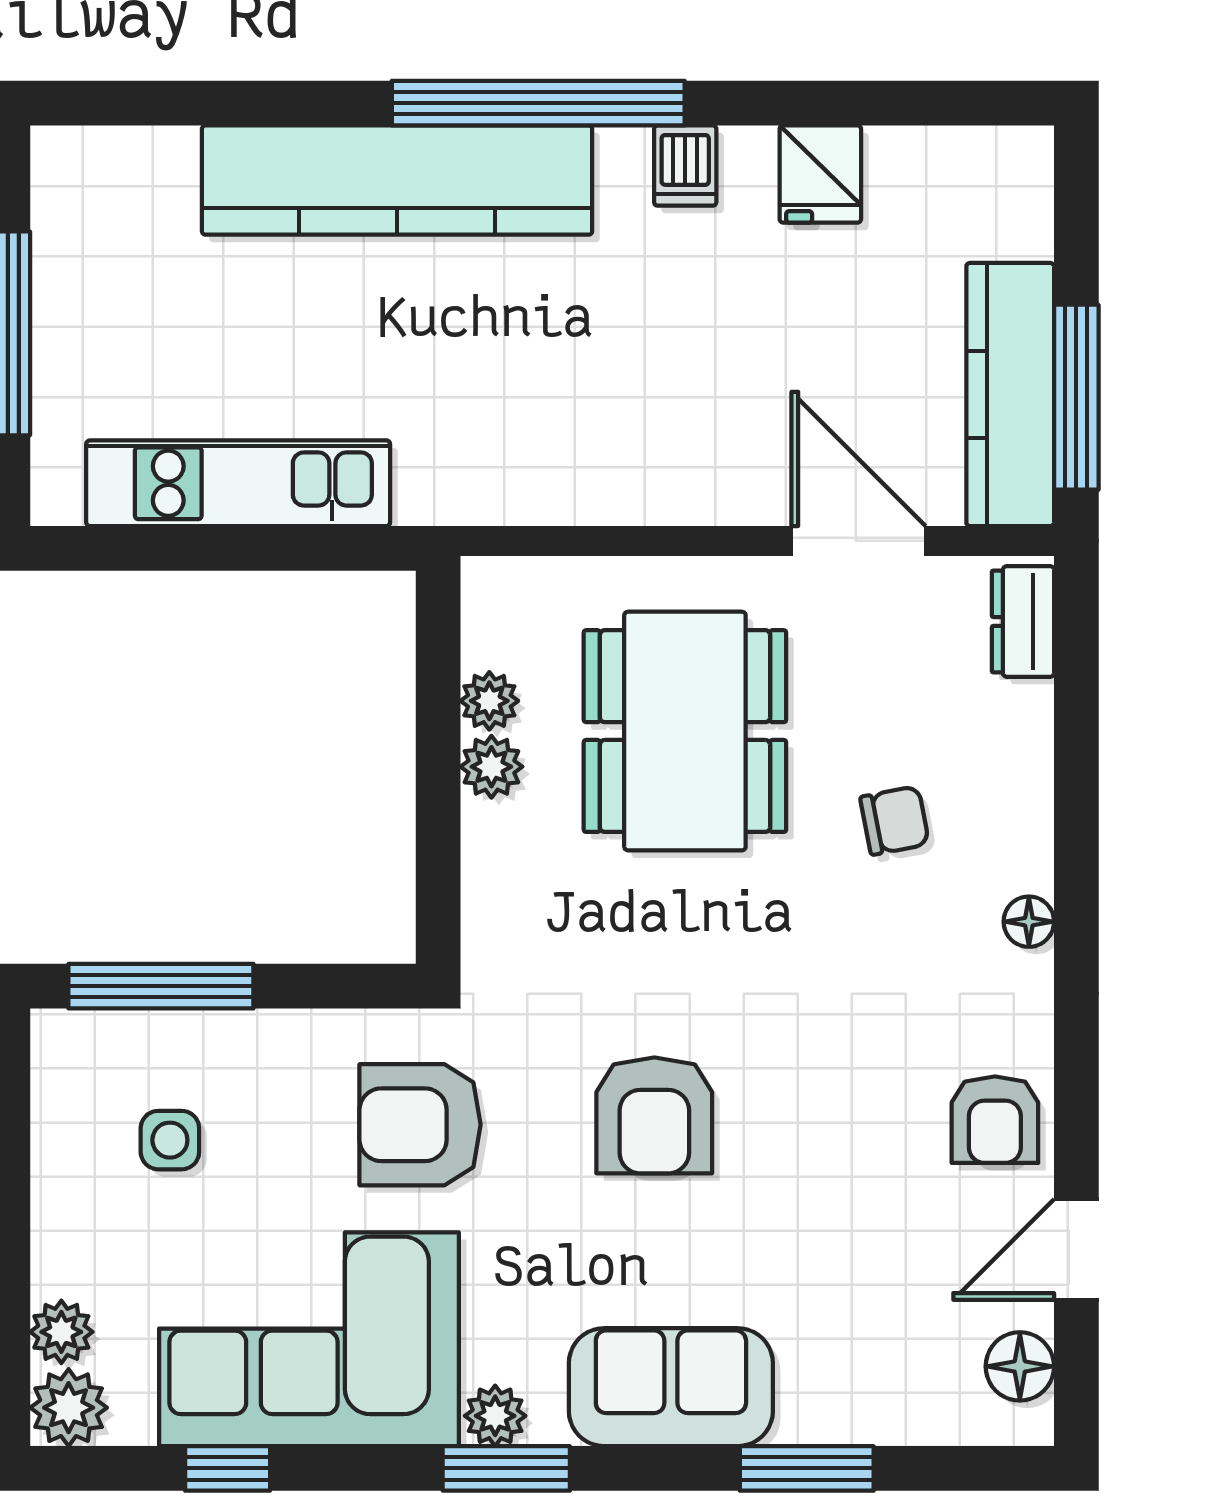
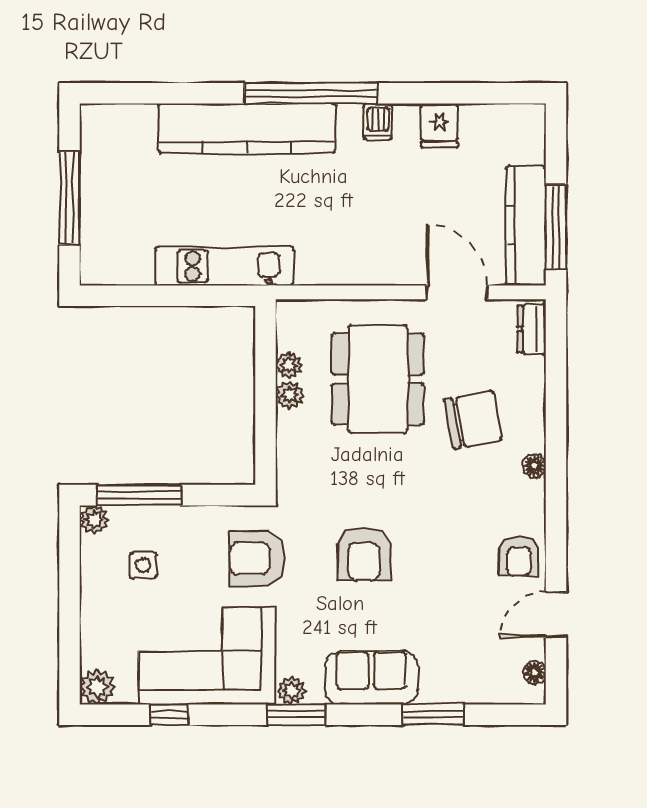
kitchen unit: (238, 483) -> (224, 266), moved
chair: (895, 820) -> (473, 420), width x1.87, depth x1.87
plant: (61, 1332) -> (94, 519), moved
floor lamp: (1020, 1366) -> (534, 672), width x0.73, depth x0.73

